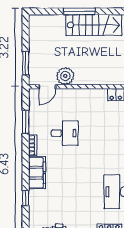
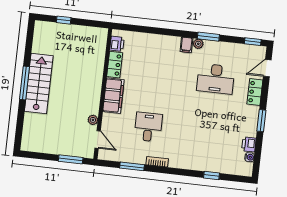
window: (79, 11) -> (25, 83), moved
plant: (65, 76) -> (93, 120), width x0.53, depth x0.53
filing cabinet: (37, 173) -> (113, 96), moved, turned 90

